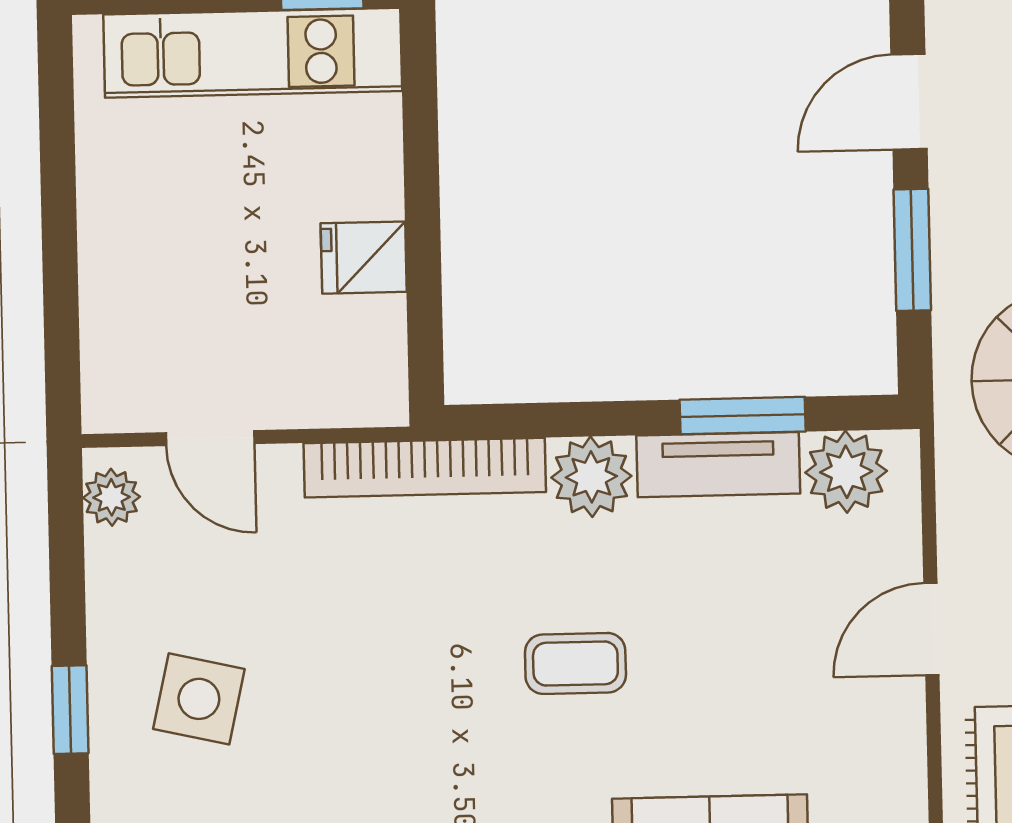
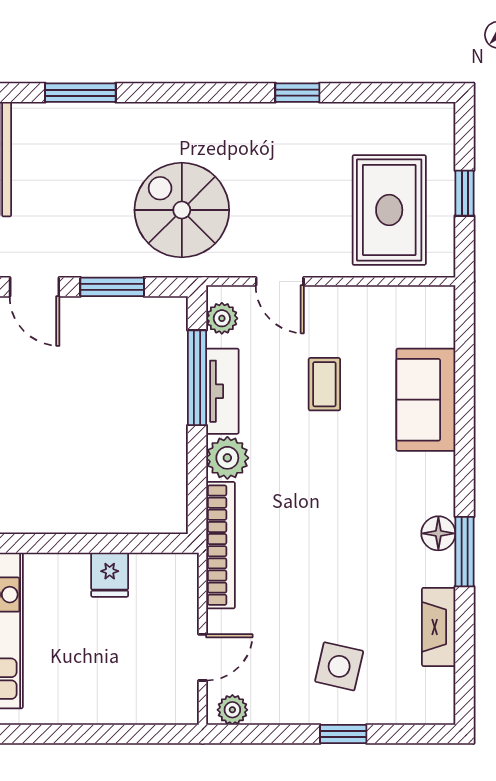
window: (743, 416) -> (197, 378), width x1.44
plant: (846, 472) -> (222, 318), width x0.73, depth x0.73
door: (931, 629) -> (280, 281), moved
coffee table: (575, 663) -> (324, 384), moved

